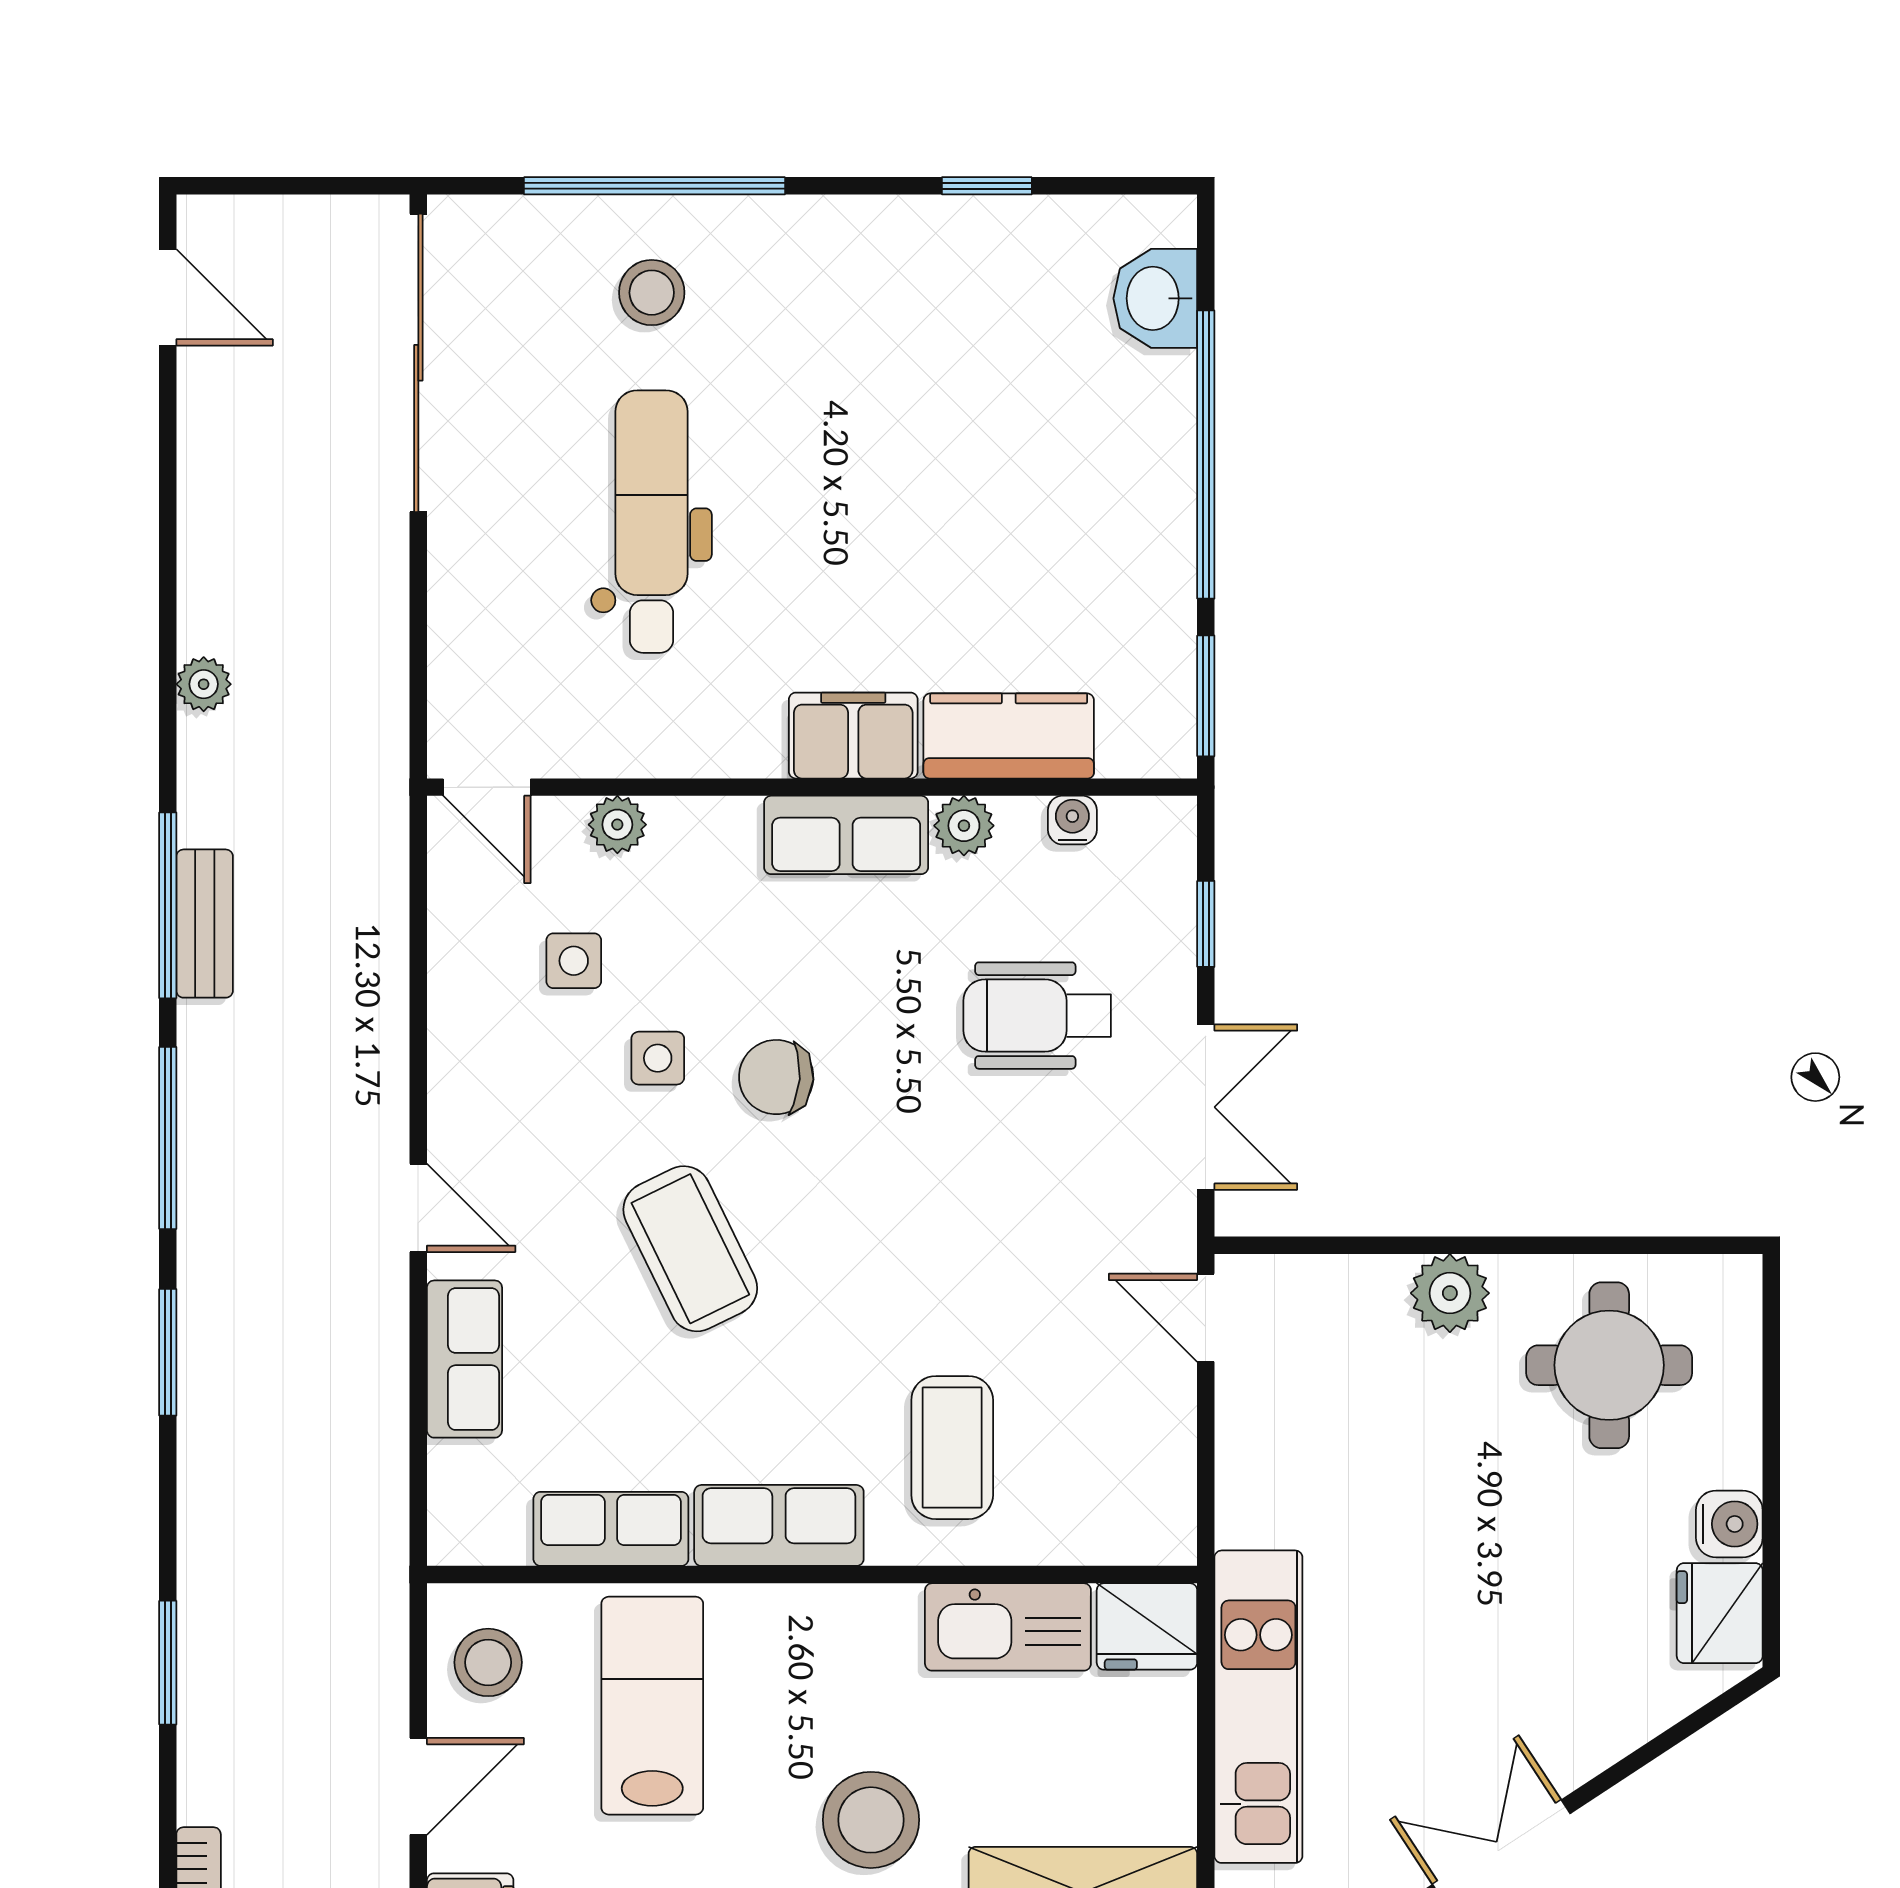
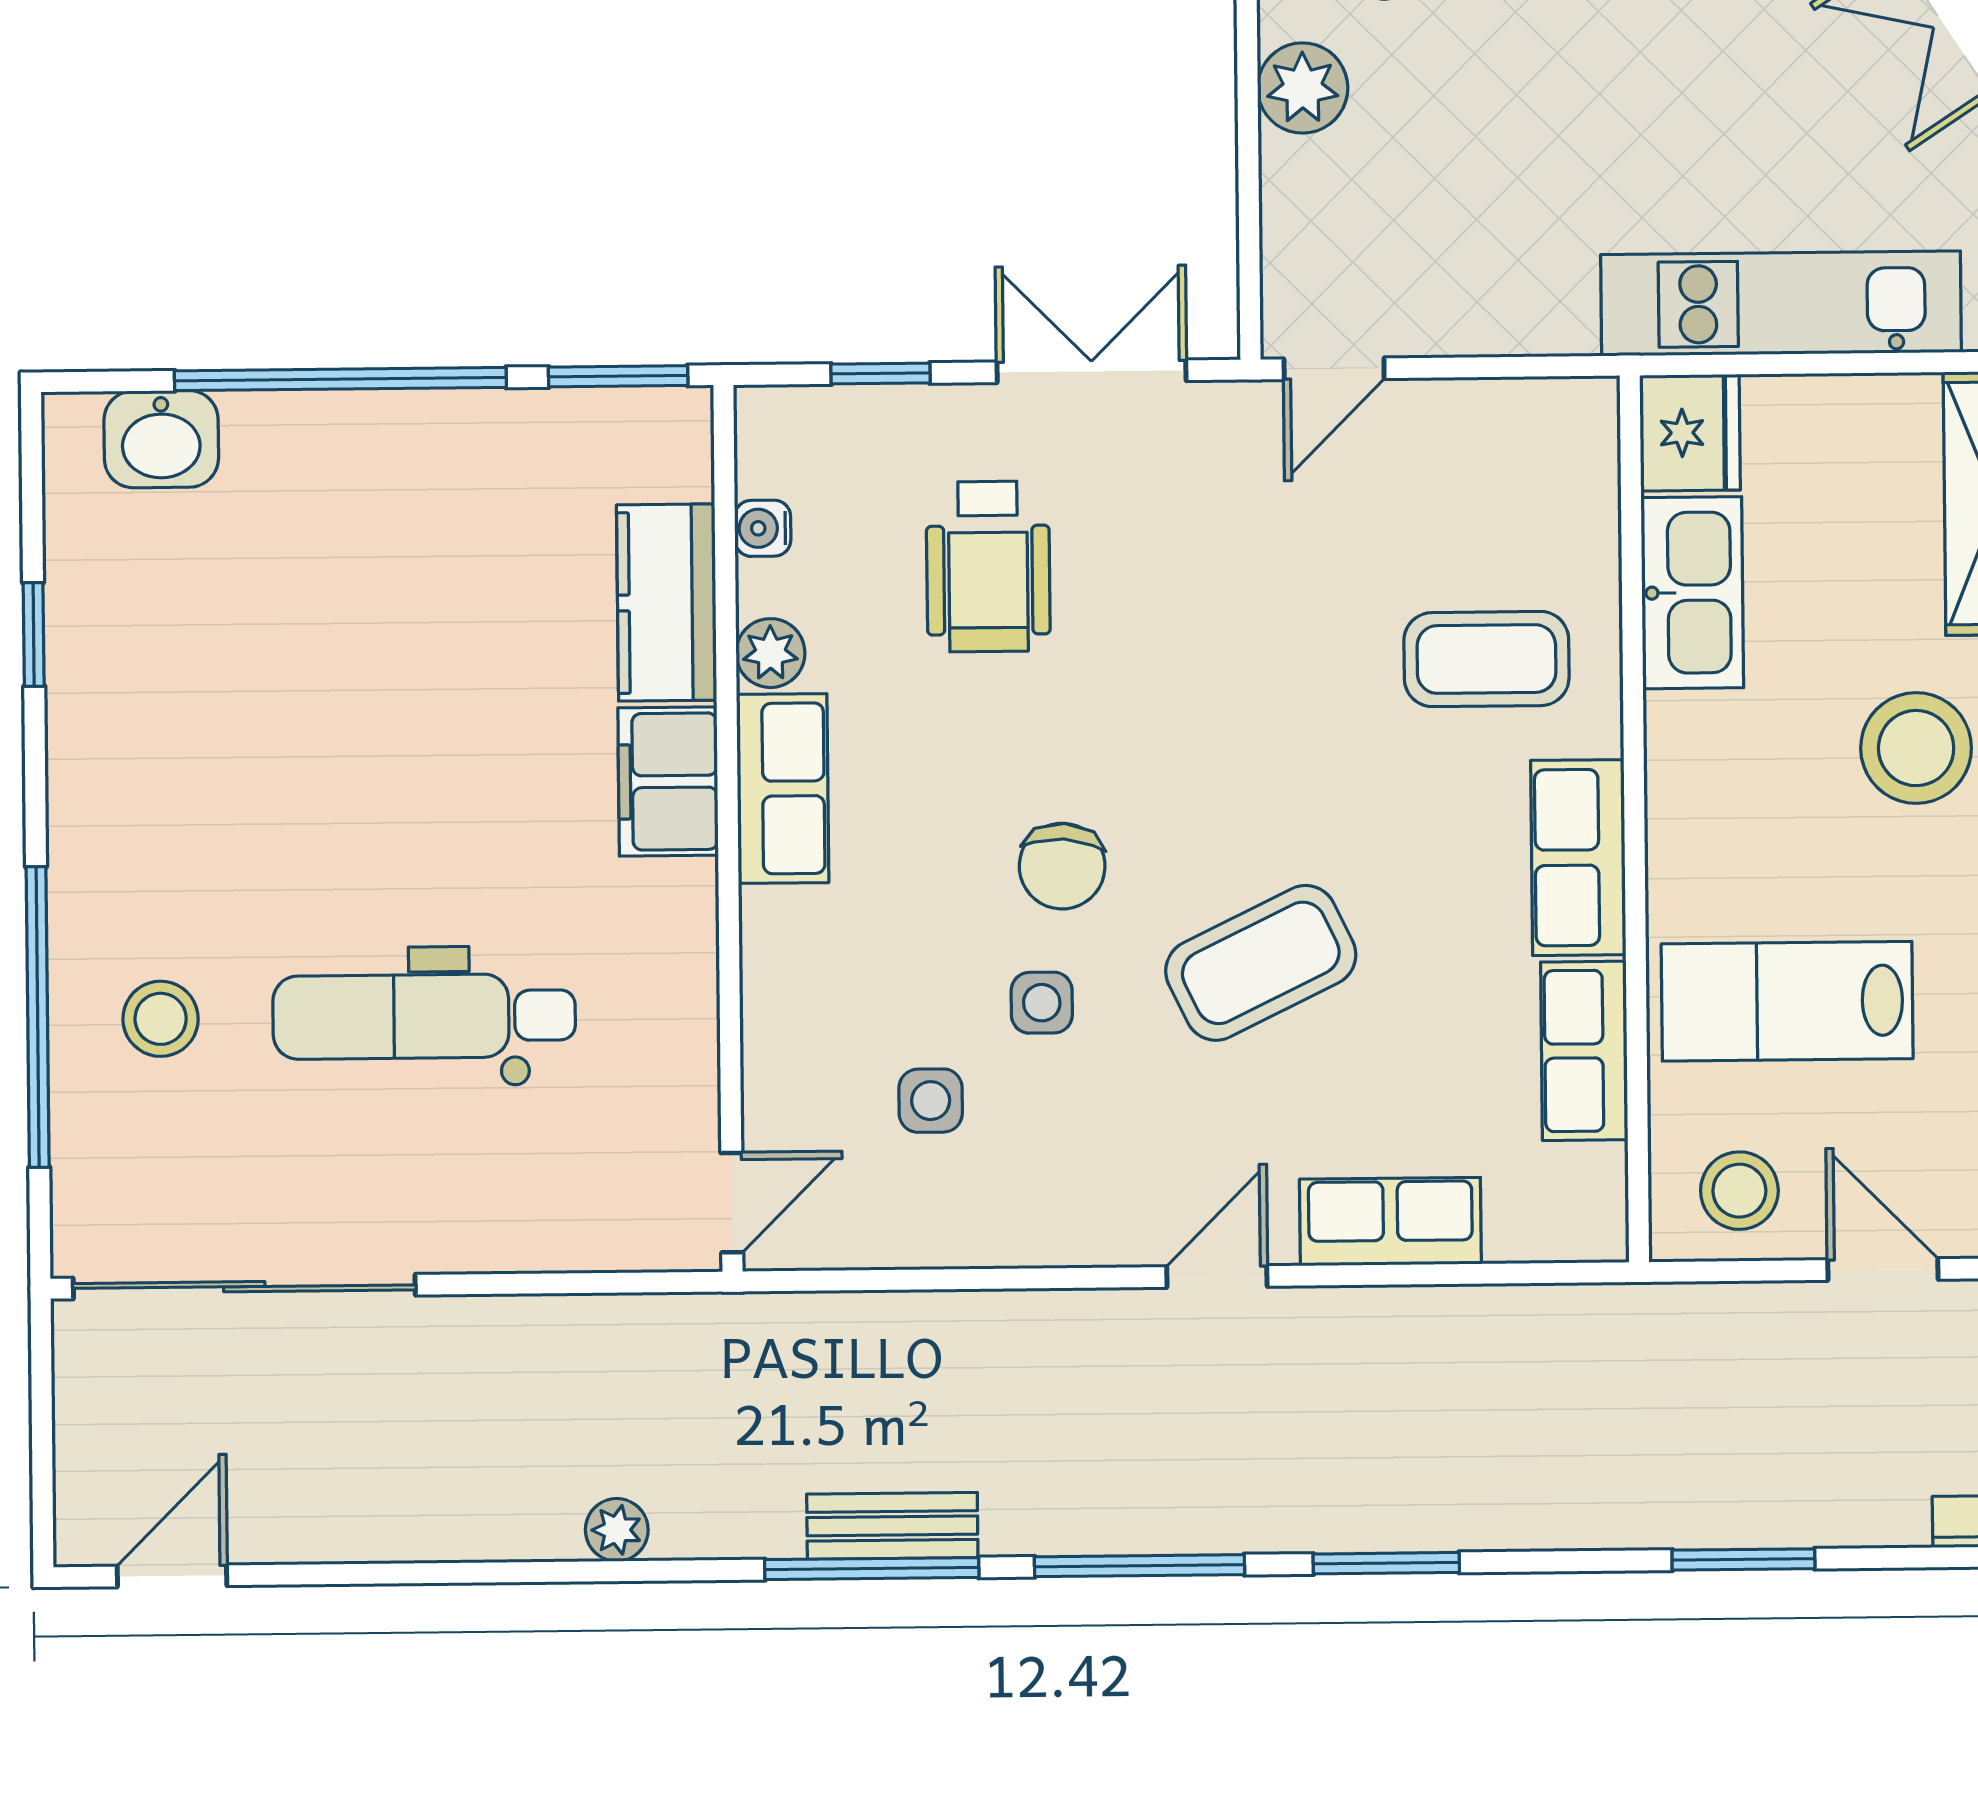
plant: (617, 825) -> (773, 1052), removed

